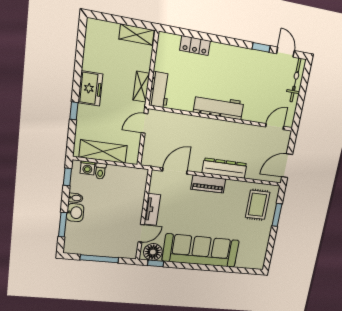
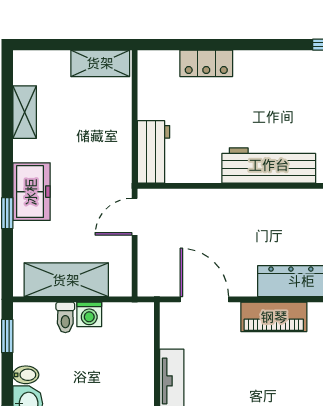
shelving: (141, 87) -> (25, 112), moved
freezer: (90, 89) -> (31, 192), moved
washing machine: (87, 168) -> (89, 314), moved
door: (175, 171) -> (204, 299), hinge flipped

